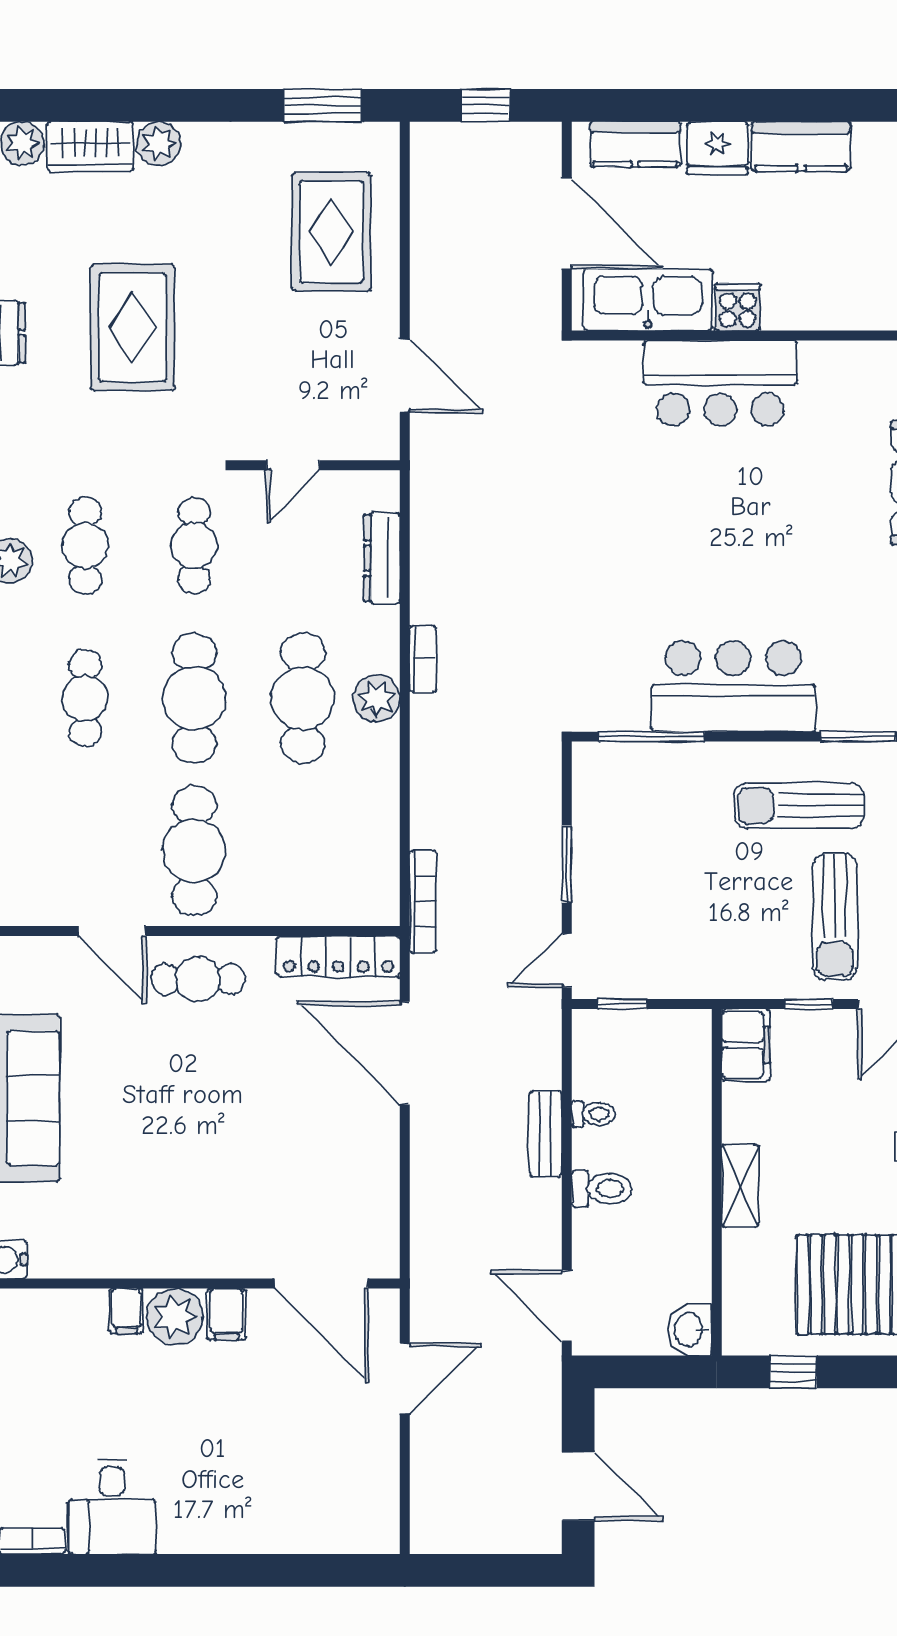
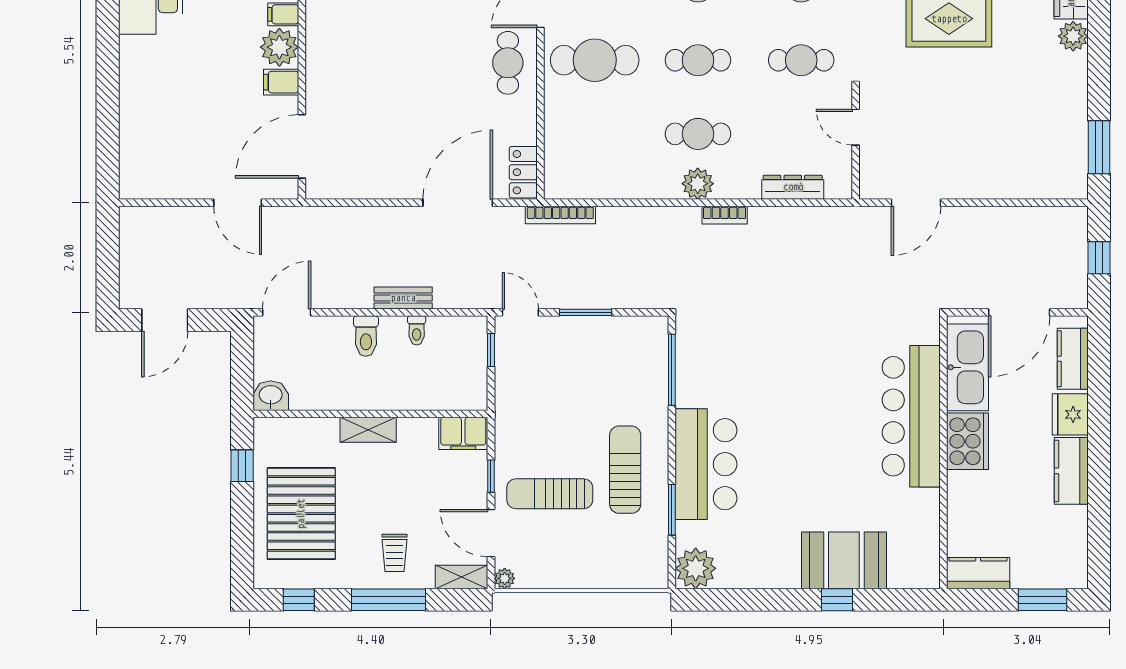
rug: (331, 232) -> (1013, 153), removed
cooker: (738, 307) -> (967, 441), width x1.87, depth x1.31
bar counter: (720, 383) -> (911, 416), width x1.36
bar counter: (733, 686) -> (706, 464), moved
cafe table: (194, 698) -> (698, 60), width x0.73, depth x0.74
cafe table: (303, 698) -> (698, 134), width x0.73, depth x0.74
locker: (338, 956) -> (523, 172), width x0.66

